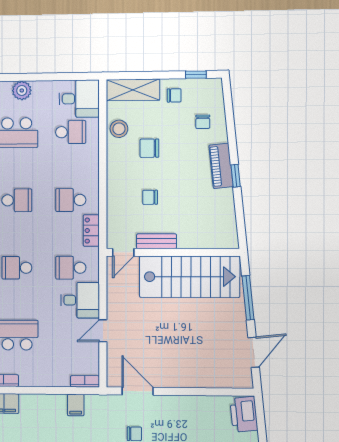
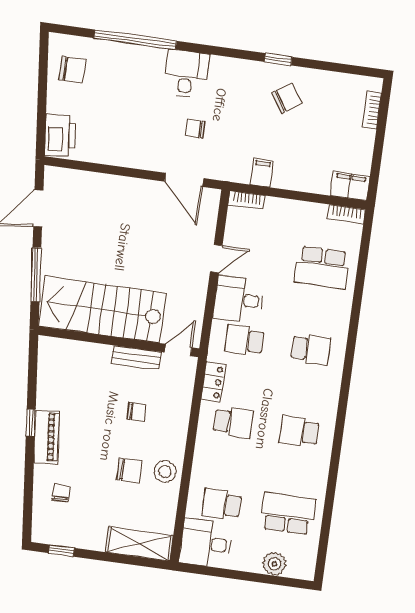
chair: (174, 95) -> (91, 530), removed
stool: (119, 129) -> (165, 472), moved
school desk: (71, 268) -> (245, 340), turned 180

